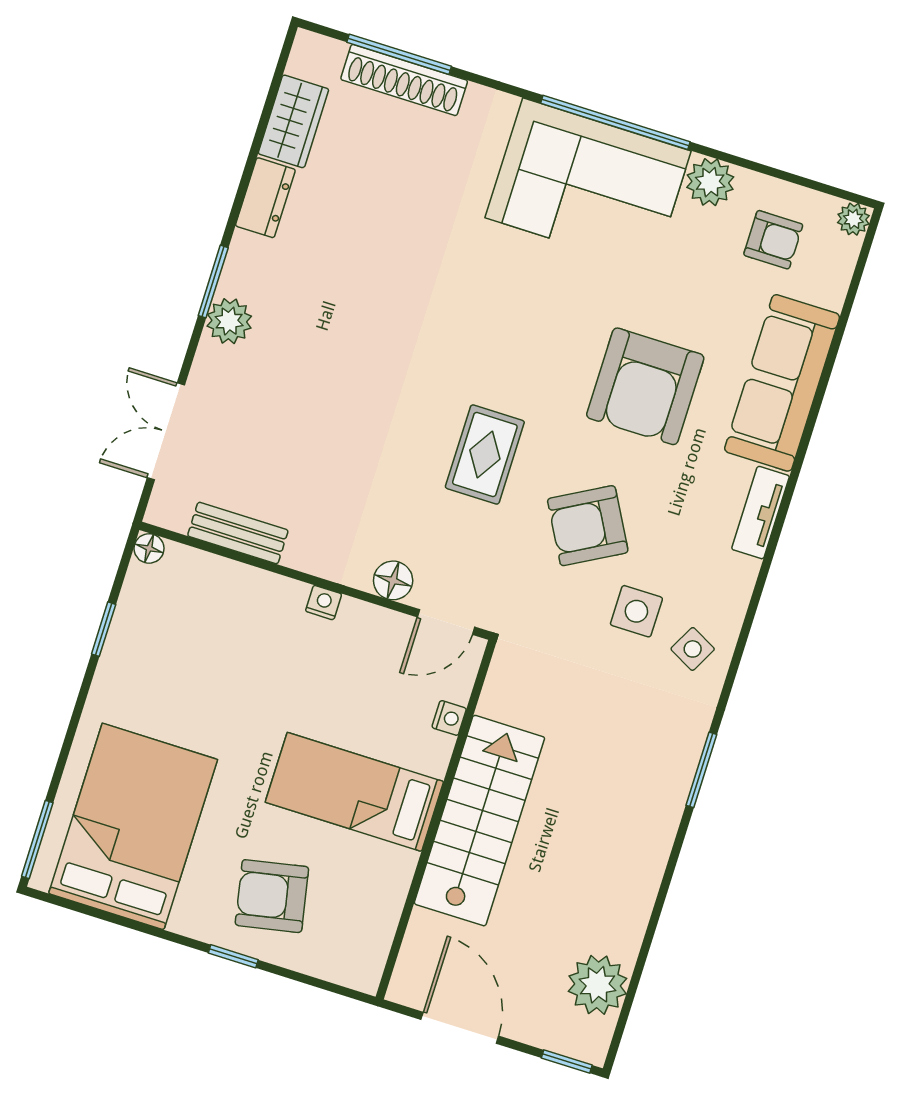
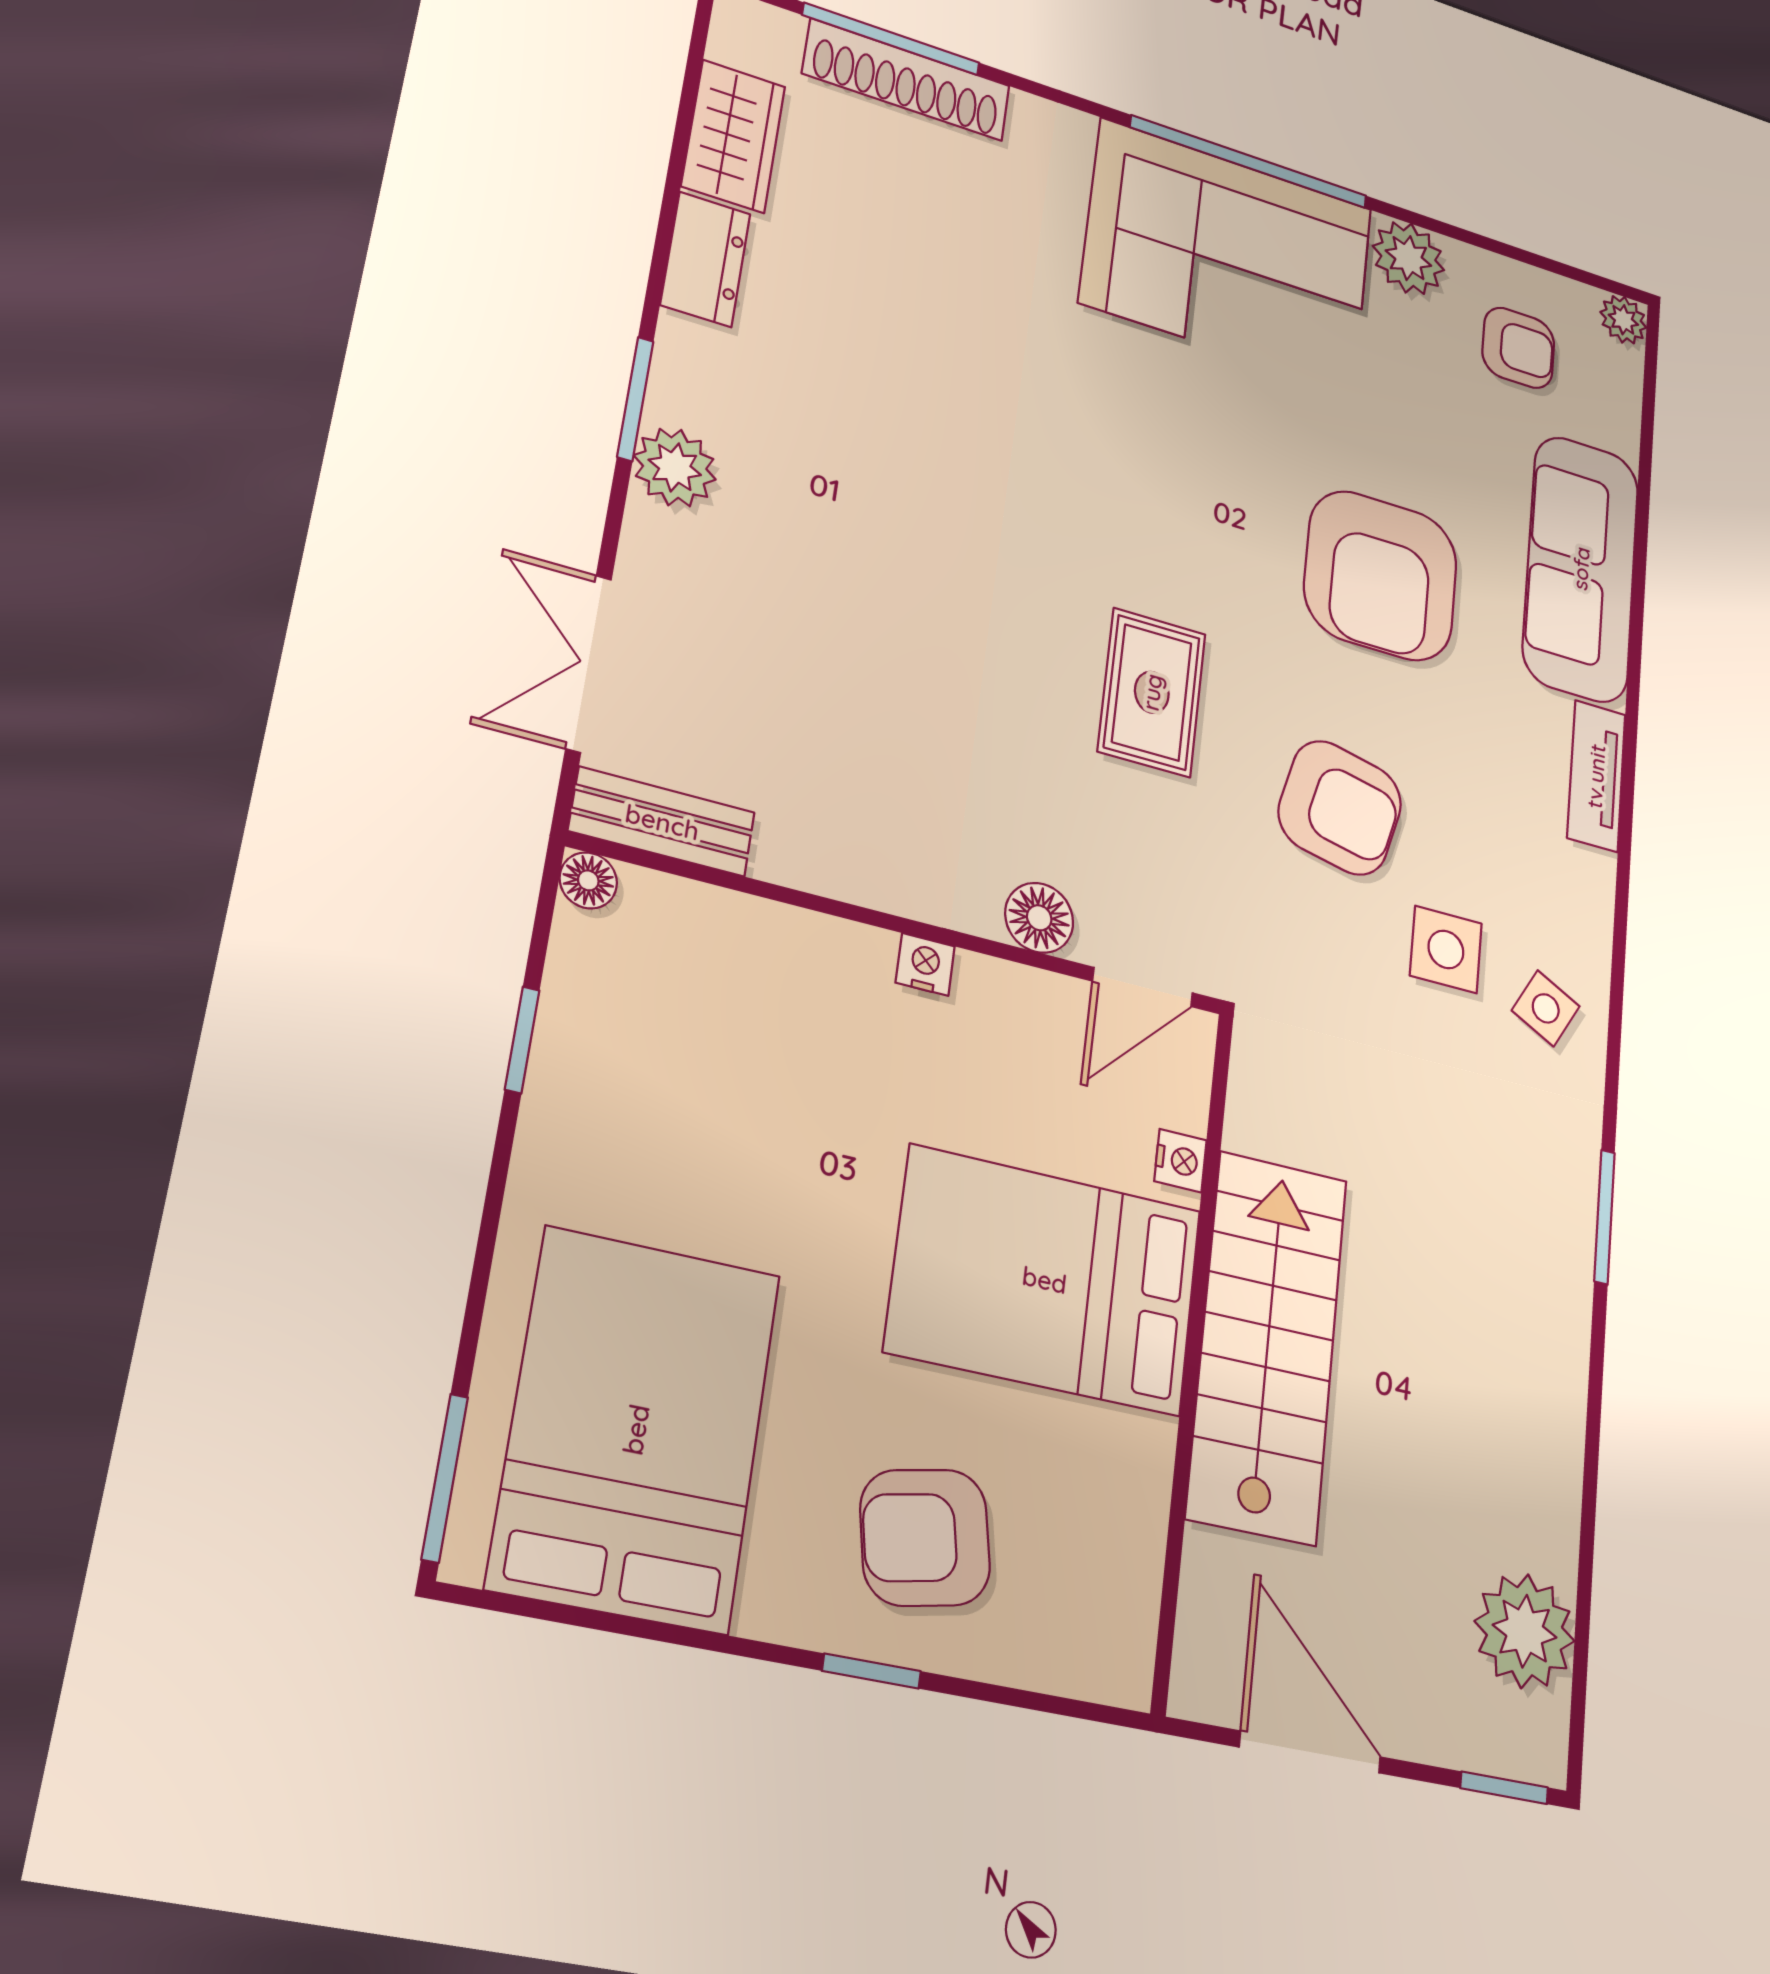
armchair: (588, 526) -> (1340, 808), turned -138
bench: (238, 533) -> (662, 822), moved
bed: (354, 792) -> (1045, 1280), width x1.50

